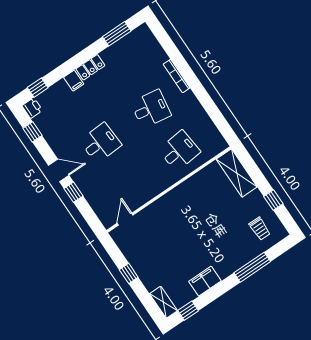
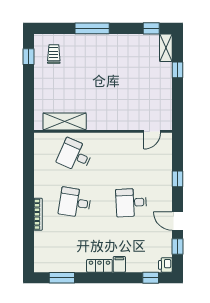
desk: (179, 151) -> (75, 155), turned 30
door: (59, 170) -> (178, 221), moved
shelving: (237, 173) -> (65, 121), moved, turned 90
window: (273, 200) -> (28, 57), moved
window: (252, 267) -> (92, 28), moved
window: (129, 273) -> (178, 70), moved
filing cabinet: (205, 281) -> (123, 42), removed

